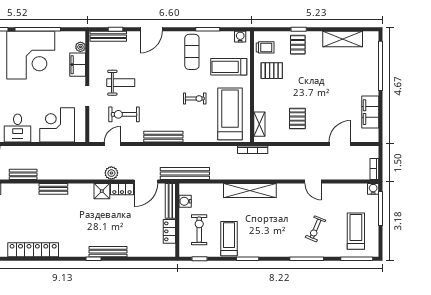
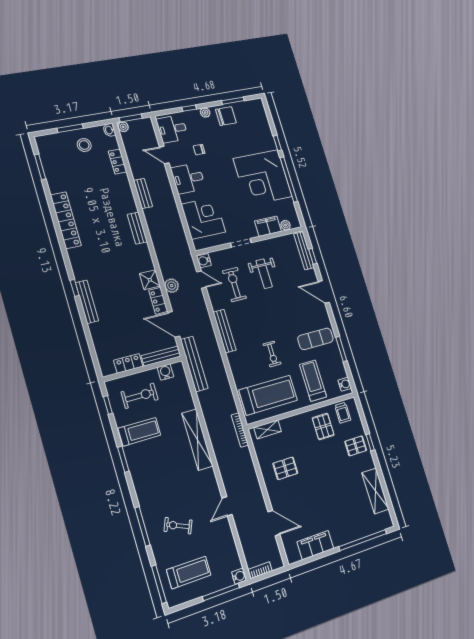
water cooler: (96, 136) -> (204, 261), added

